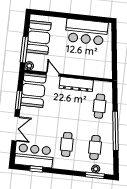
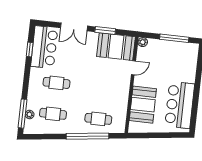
booth: (39, 37) -> (143, 105), moved, turned 90
window: (24, 50) -> (174, 38), moved
dresser: (76, 84) -> (122, 94), removed
window: (115, 131) -> (88, 136), moved
window: (95, 175) -> (22, 114), width x1.44

